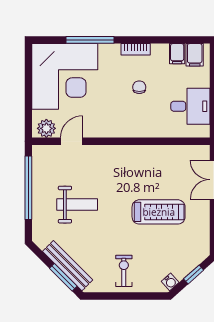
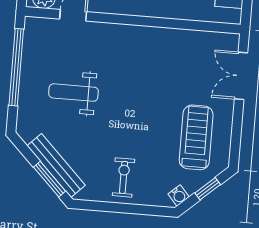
weight bench: (77, 205) -> (73, 93), turned 180
treadmill: (159, 212) -> (196, 137), moved, turned -90

